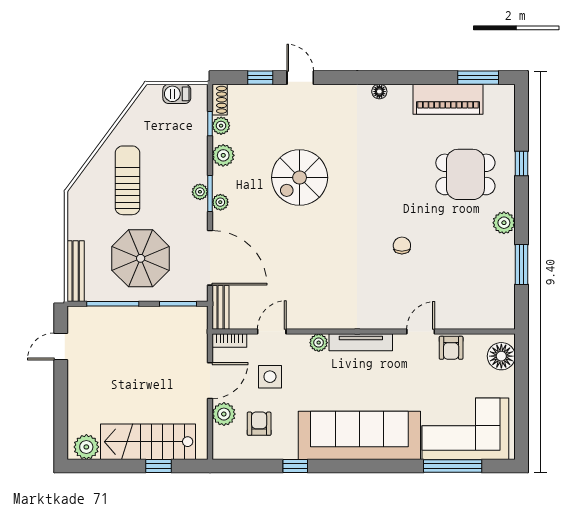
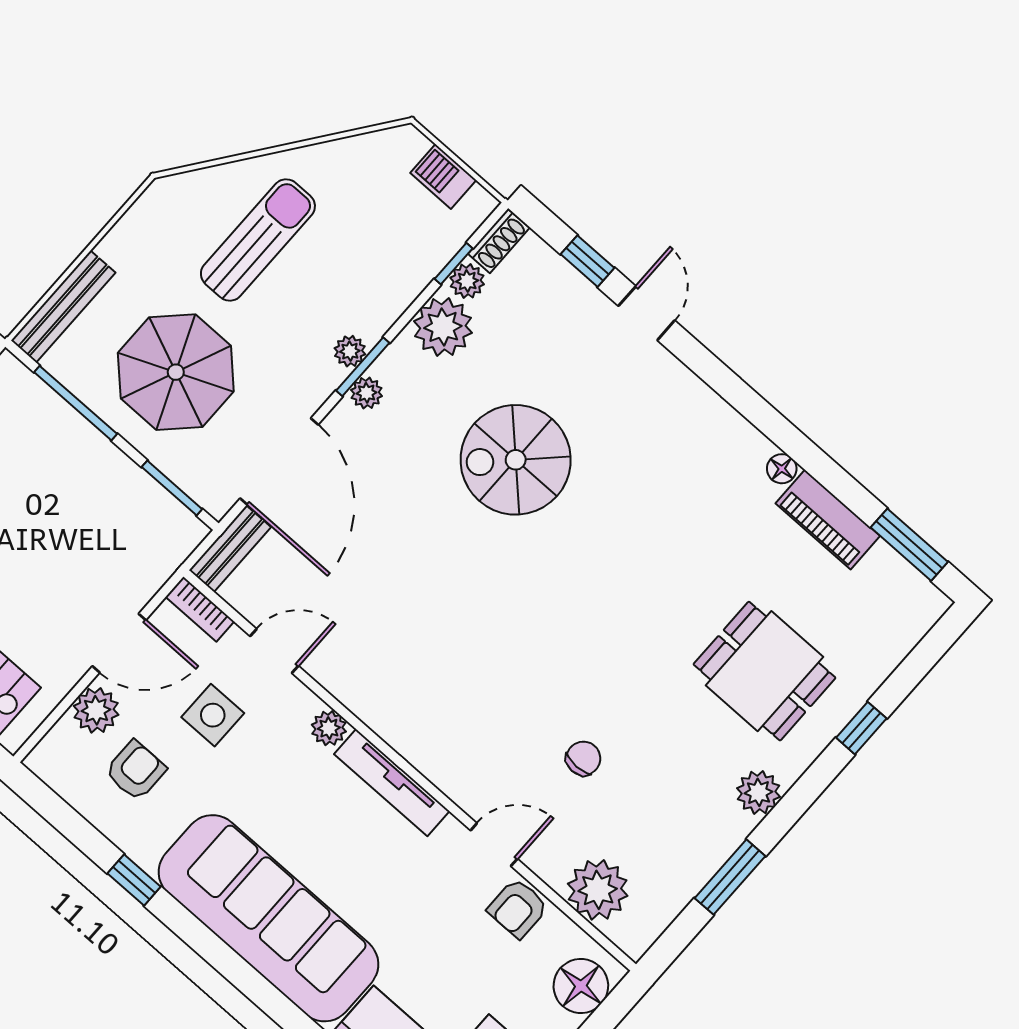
floor lamp: (379, 92) -> (782, 469), moved
piano: (448, 99) -> (828, 520), width x0.73, depth x0.75
plant: (223, 155) -> (443, 327), width x1.36, depth x1.36
chair: (402, 246) -> (583, 758), moved
plant: (475, 314) -> (598, 890), added

